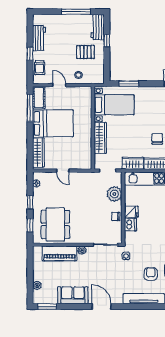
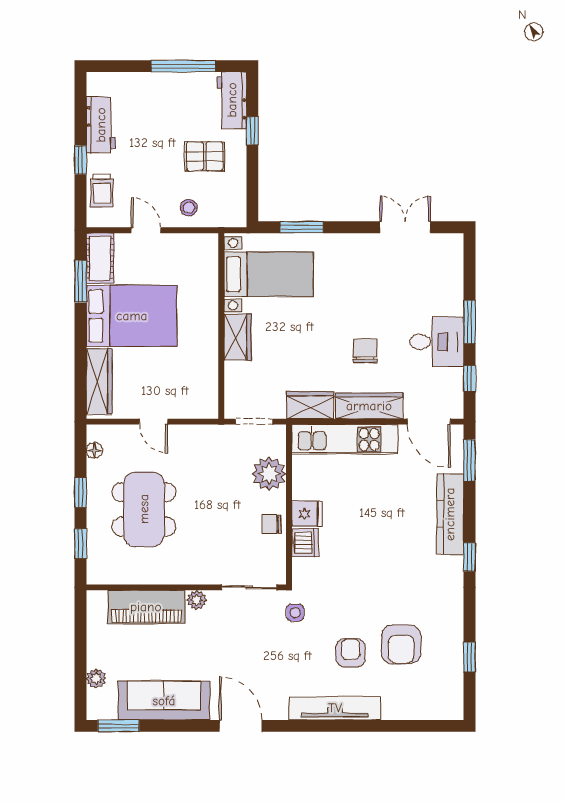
window: (30, 108) -> (81, 281), width x0.69
wardrobe: (100, 138) -> (238, 337), width x0.67
dining table: (55, 224) -> (144, 509), moved
sofa: (73, 295) -> (164, 701), width x1.36

